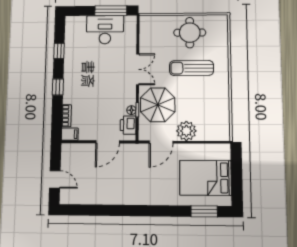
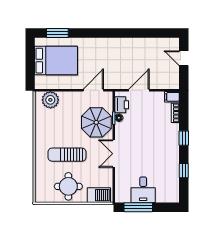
barbecue: (155, 23) -> (99, 195), added
desk: (105, 30) -> (143, 190), width x0.73
sun lounger: (191, 68) -> (67, 155), turned 180
plant: (186, 131) -> (50, 100), moved

